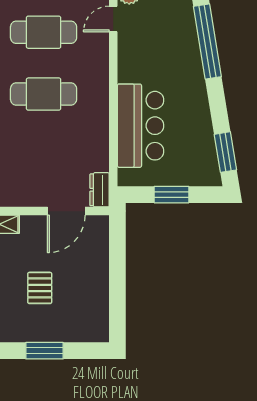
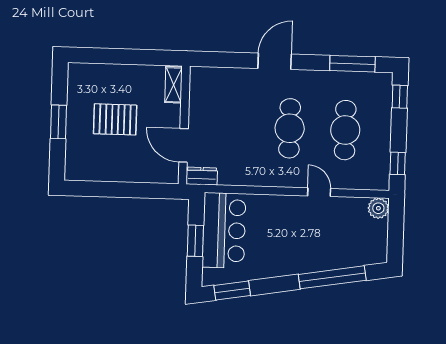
door: (113, 19) -> (319, 192), moved
bar counter: (141, 126) -> (224, 230), moved, turned -90
pallet: (40, 288) -> (115, 119), width x1.50, depth x1.42

